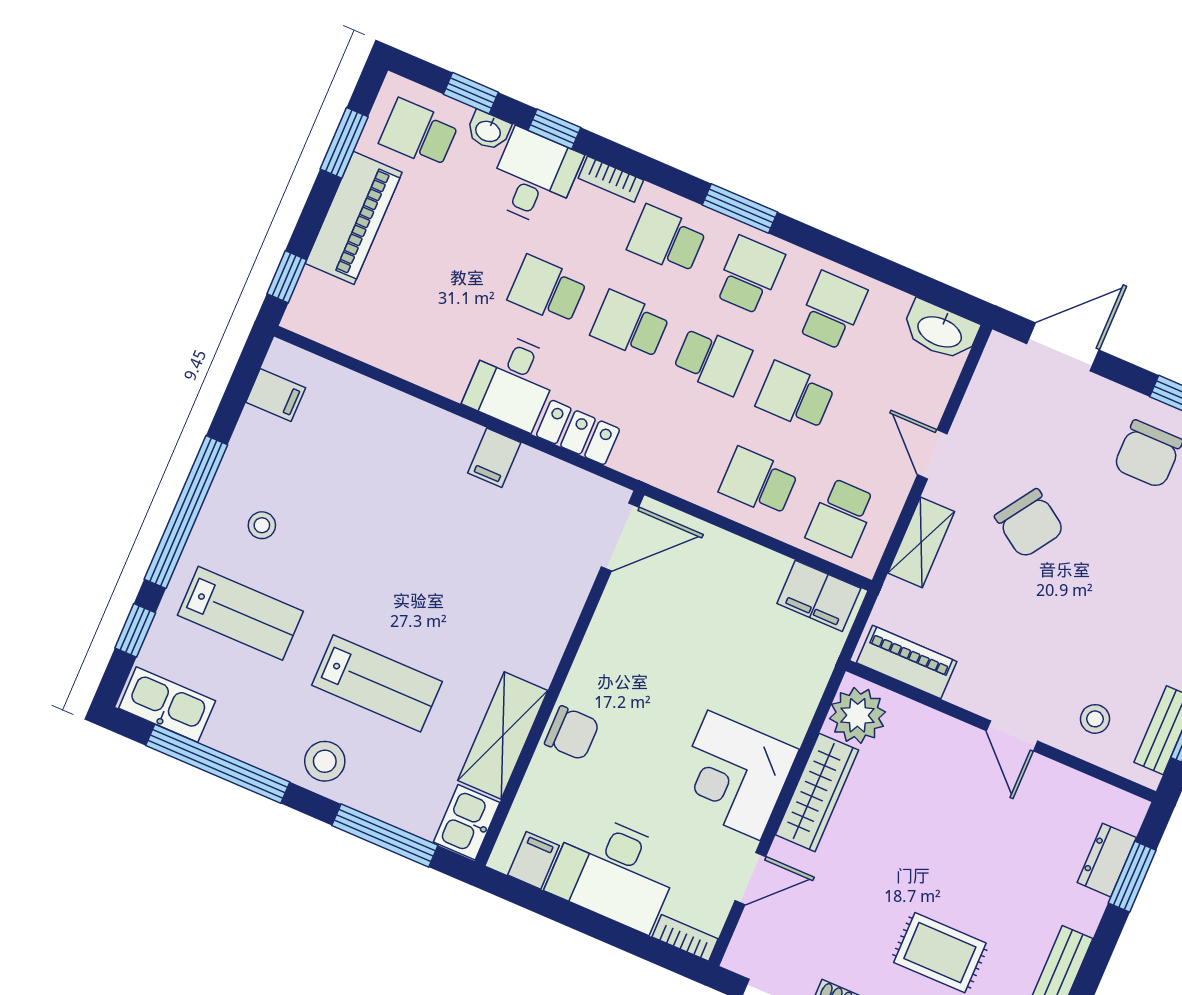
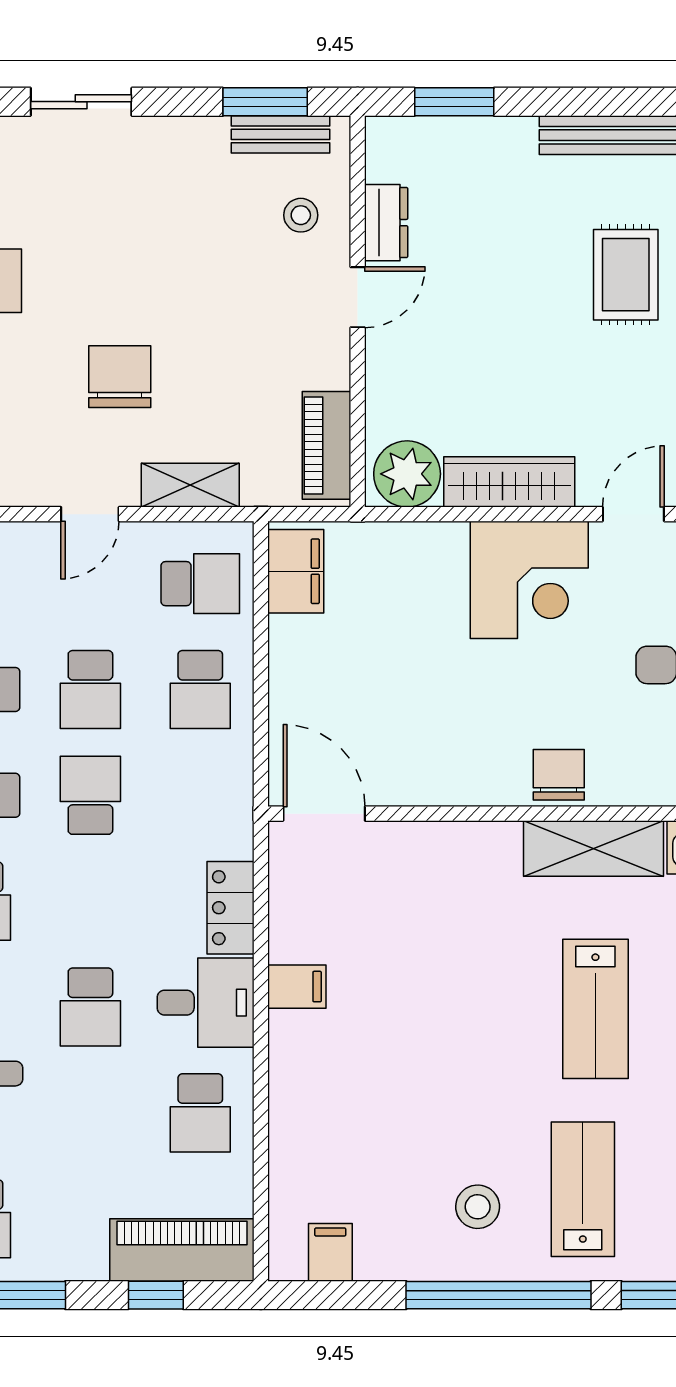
piano: (354, 218) -> (182, 1250), moved
window: (287, 277) -> (156, 1295), moved
school desk: (630, 325) -> (200, 1113), moved
chair: (1030, 524) -> (120, 377), turned -34
stool: (262, 525) -> (478, 1207), width x1.37, depth x1.37
lab bench: (377, 683) -> (595, 1009), turned 180
dresser: (1107, 860) -> (386, 223), moved, turned -90
door: (750, 879) -> (633, 514), hinge flipped

